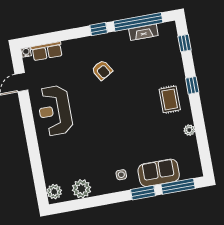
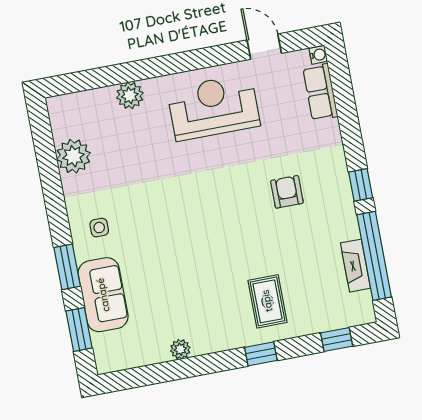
armchair: (102, 70) -> (287, 192), turned 121
rug: (170, 99) -> (267, 301), moved, turned 90
window: (178, 186) -> (79, 330), width x0.69
plant: (54, 192) -> (130, 95), moved

